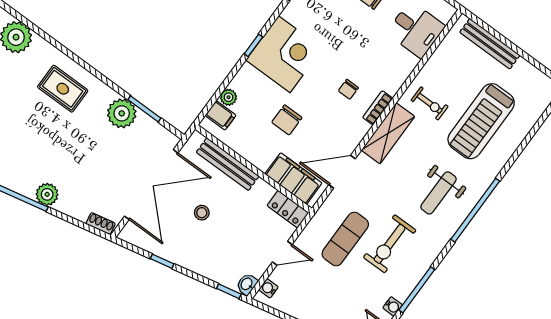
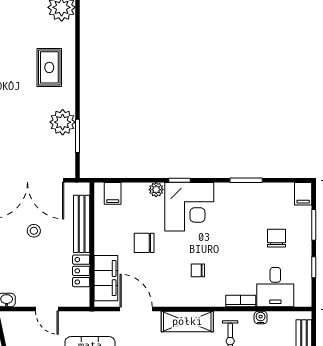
plant: (228, 97) -> (156, 190), moved
bookcase: (378, 108) -> (241, 301), moved
locker: (288, 209) -> (81, 271), moved
water cooler: (268, 288) -> (261, 318), moved

